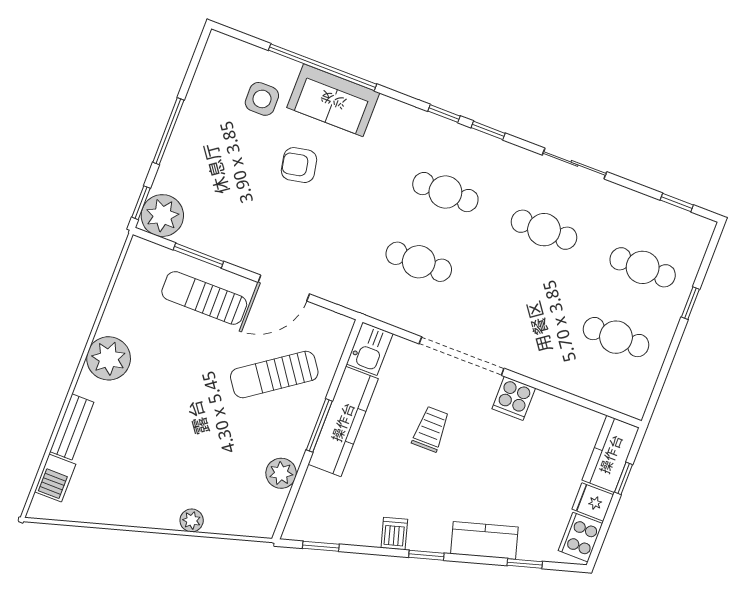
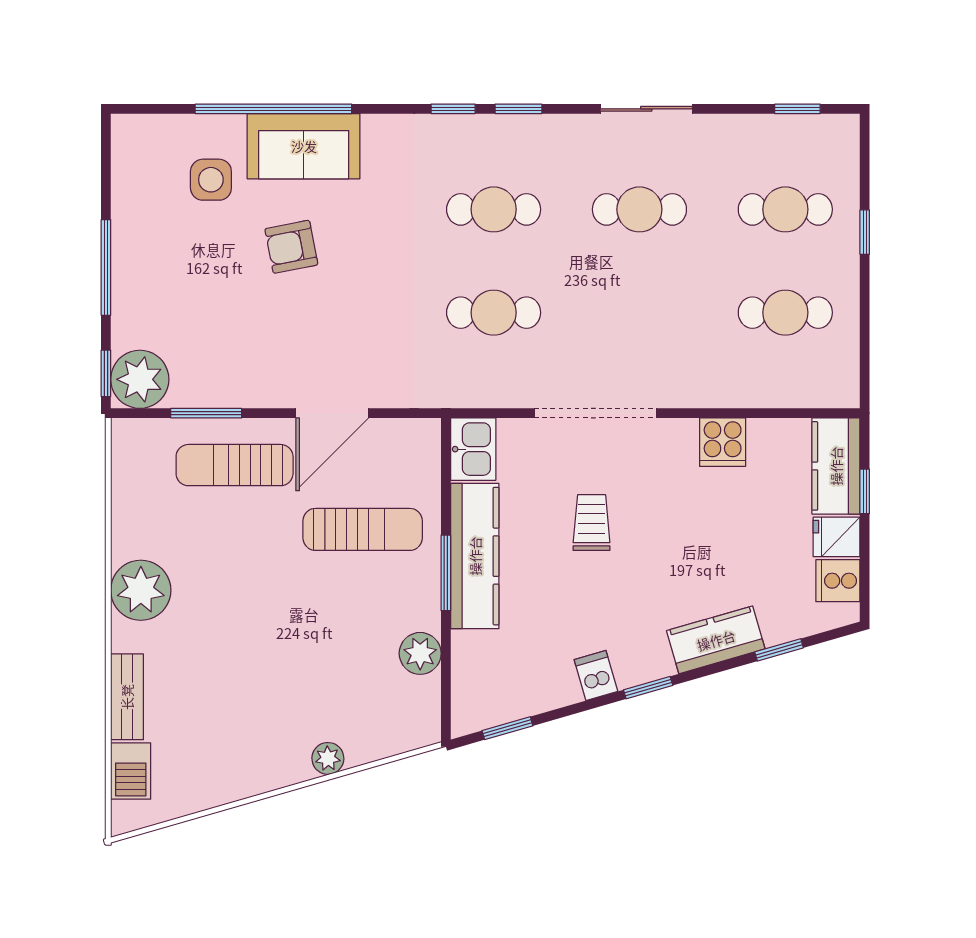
sun lounger: (274, 375) -> (363, 529), turned -145
cooker: (514, 398) -> (723, 442), moved
cooker: (580, 537) -> (838, 581), width x0.73

